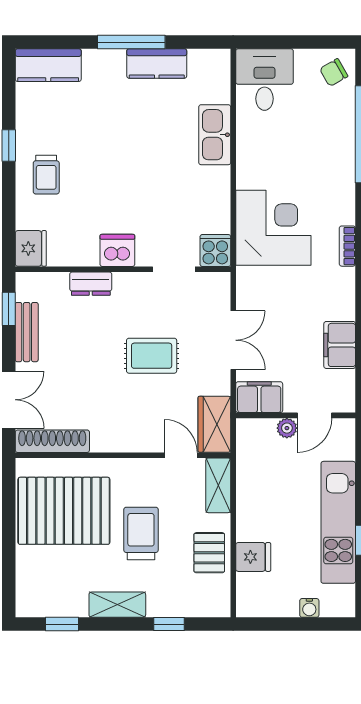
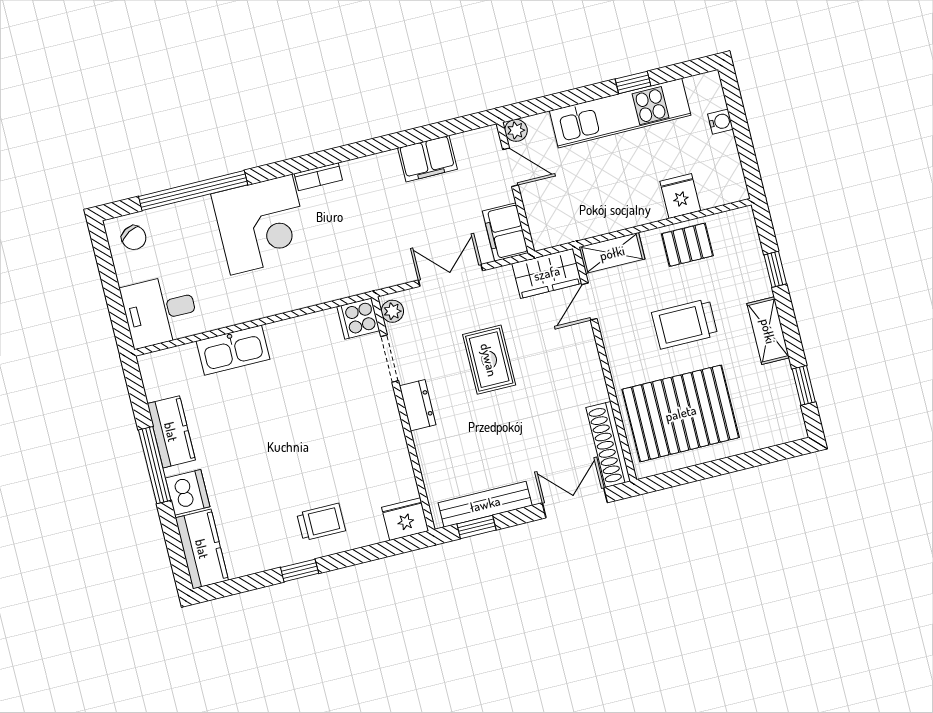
corner desk: (273, 228) -> (261, 225), moved, turned 180
dishwasher: (117, 250) -> (188, 492), moved, turned 180
plant: (214, 282) -> (392, 311), added
dresser: (91, 284) -> (418, 405), moved
bench: (27, 332) -> (485, 504), width x1.36
plant: (287, 428) -> (516, 130), moved
pallet: (64, 511) -> (681, 413), turned 90

